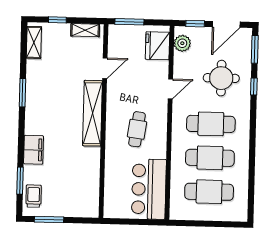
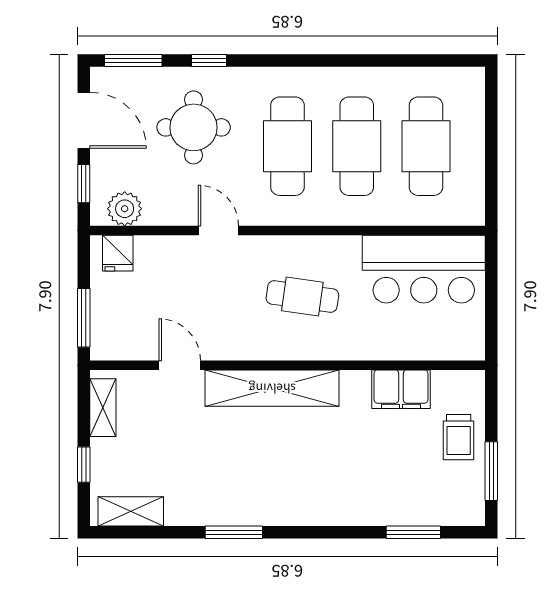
fridge: (158, 46) -> (118, 253), width x0.53, depth x0.75
filing cabinet: (33, 150) -> (401, 389), moved, turned 180
trolley: (34, 196) -> (459, 437), moved, turned -90

